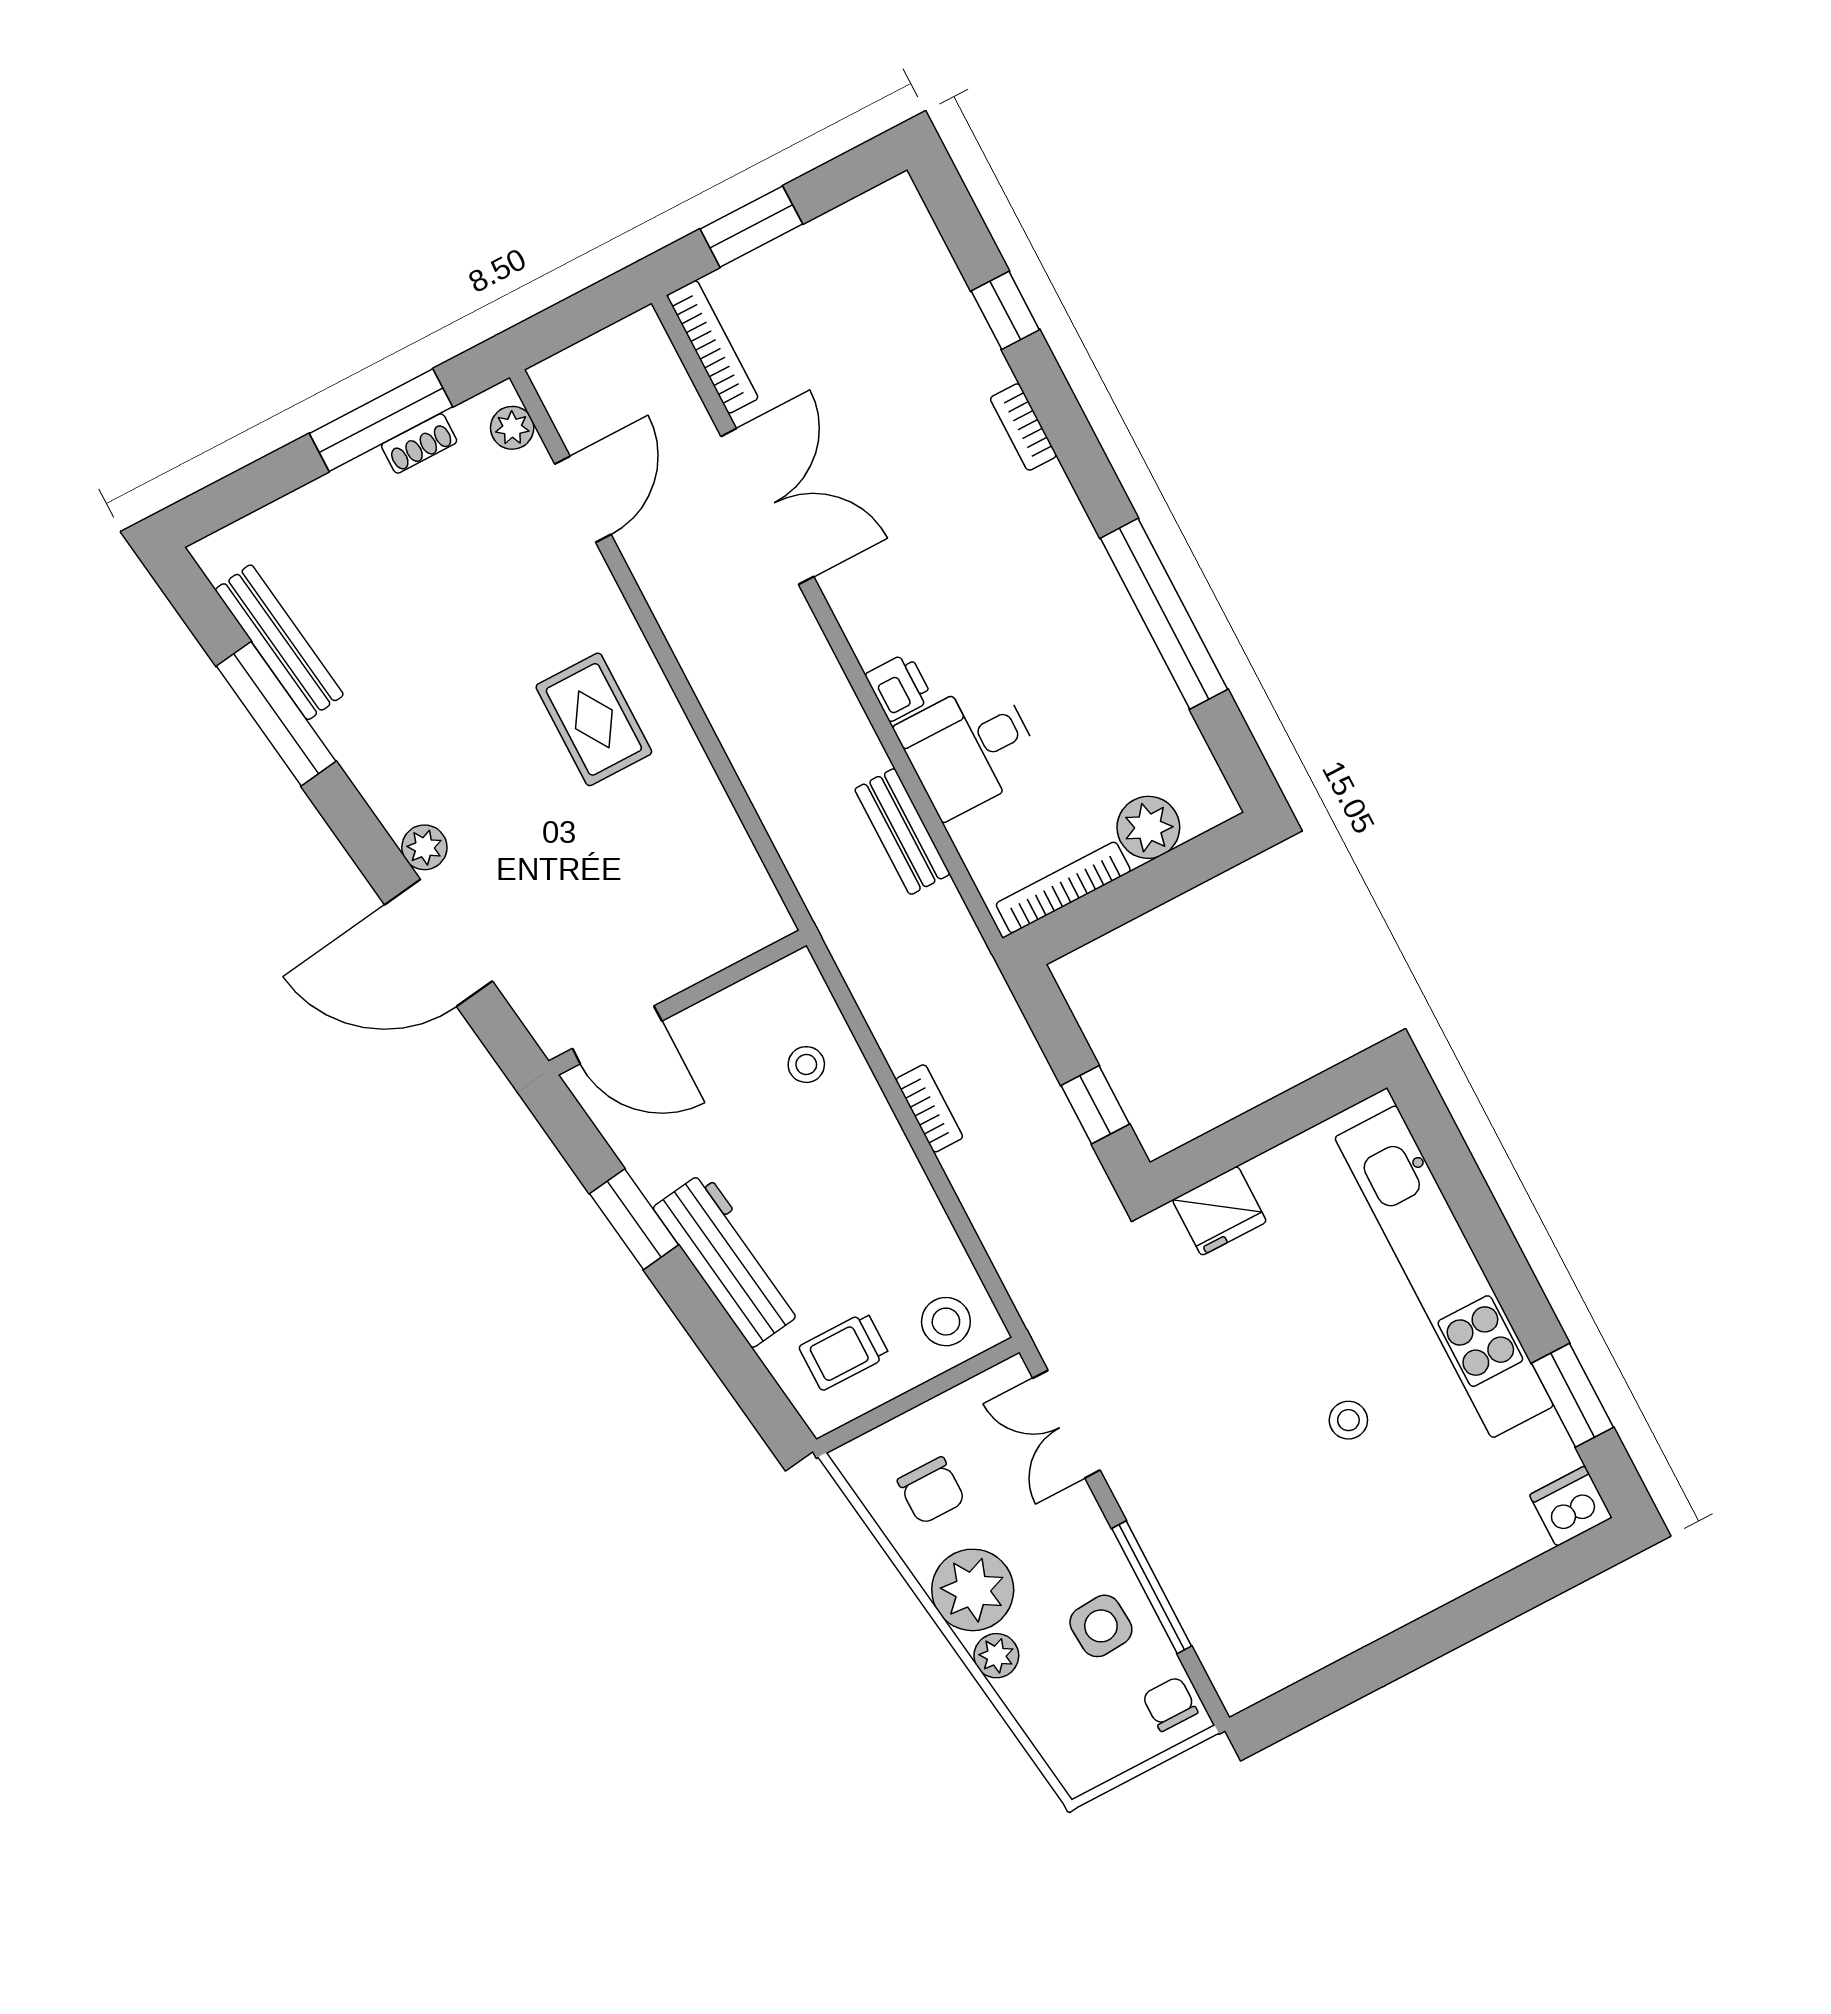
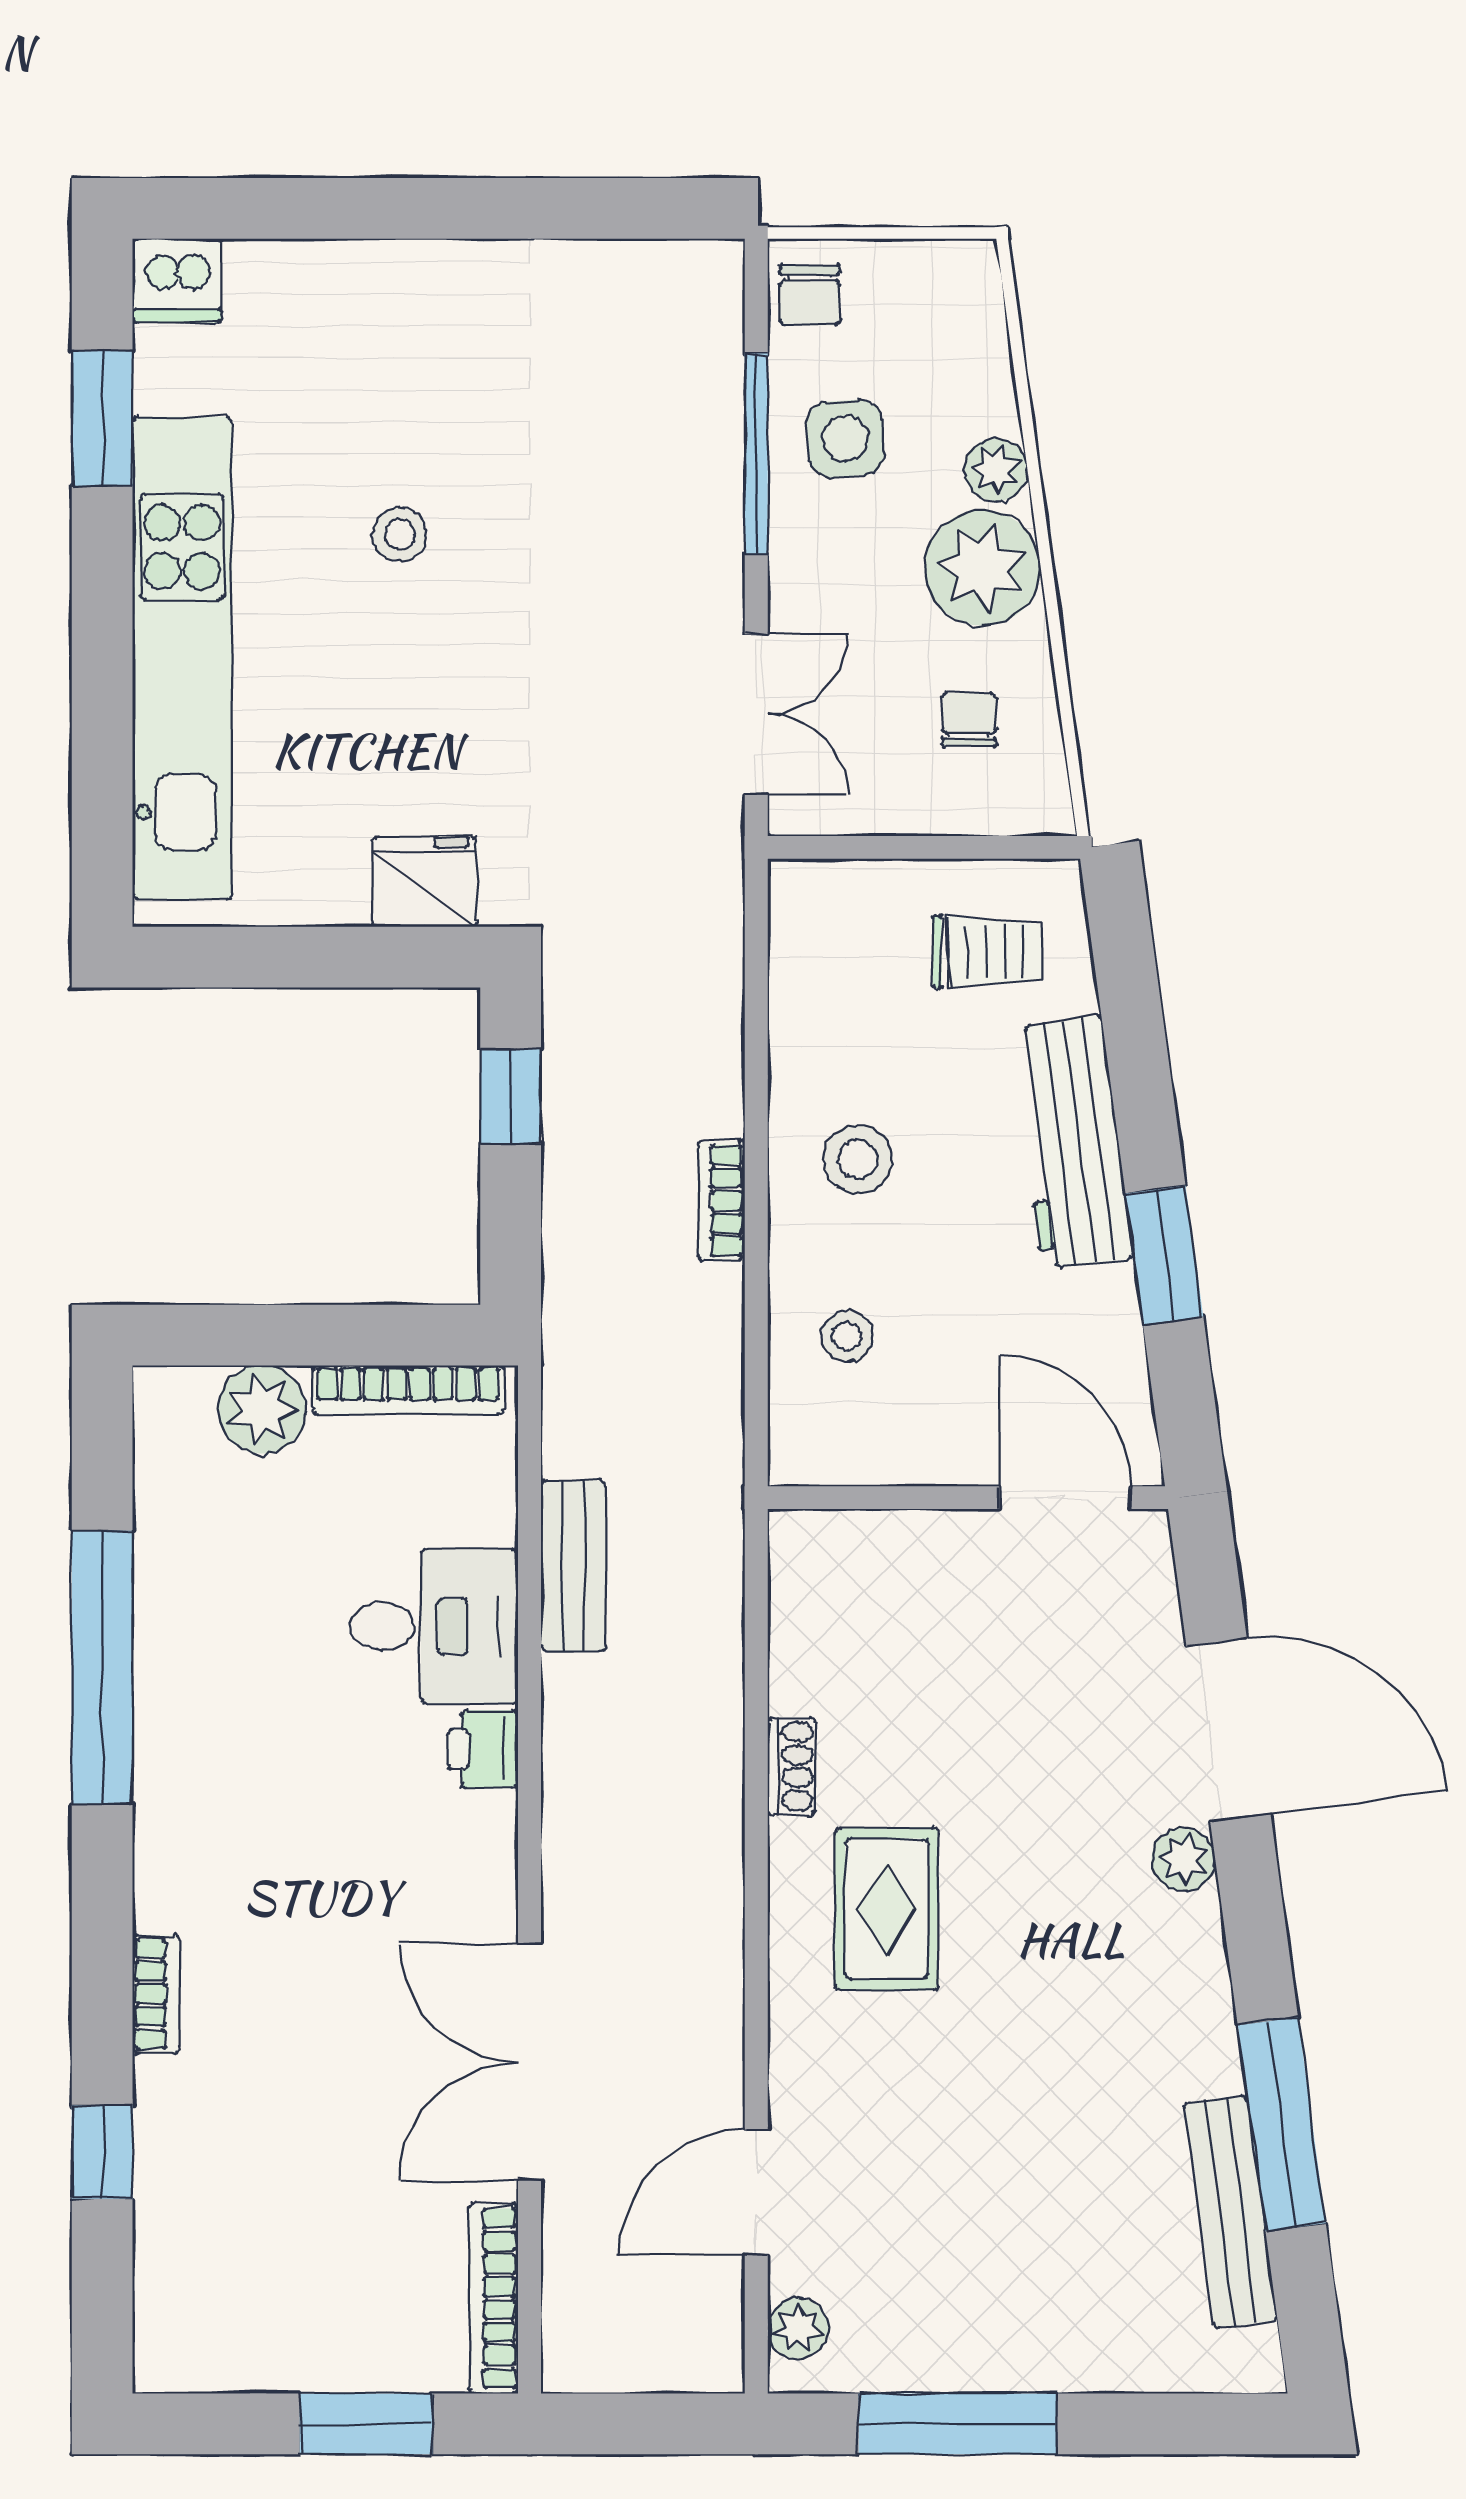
shoe rack: (419, 443) -> (792, 1766), moved, turned 90
stool: (946, 1322) -> (858, 1159), moved
chair: (931, 1491) -> (969, 720), width x0.73, depth x0.73

